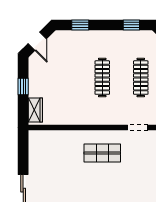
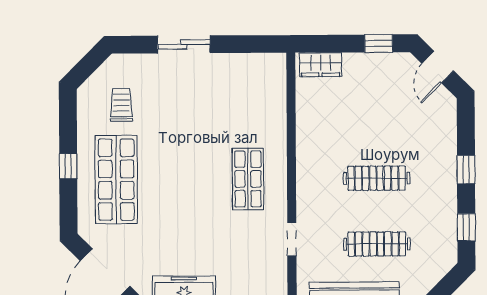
window: (80, 25) -> (466, 170), moved
door: (37, 41) -> (438, 67), hinge flipped
window: (23, 86) -> (379, 43), moved

